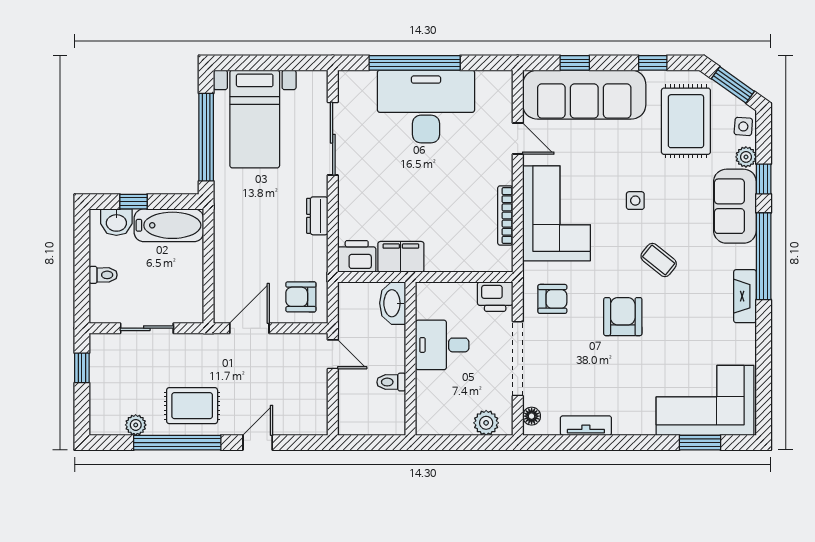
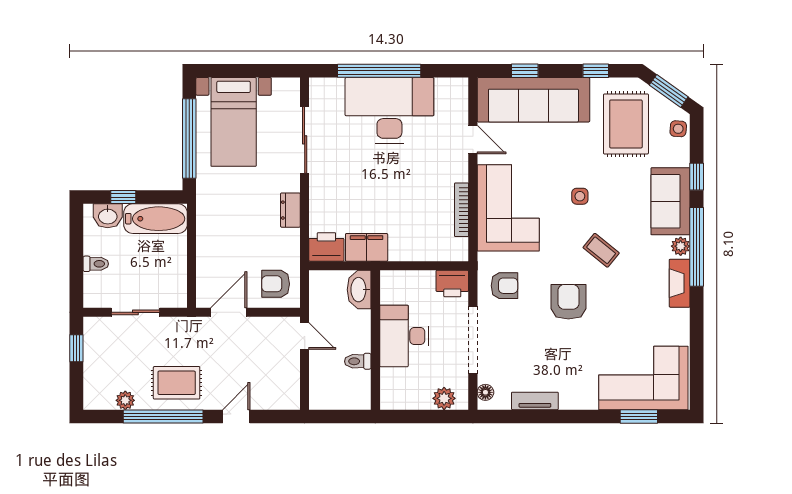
plant: (746, 157) -> (681, 246), moved
desk: (442, 345) -> (404, 336), width x1.37

